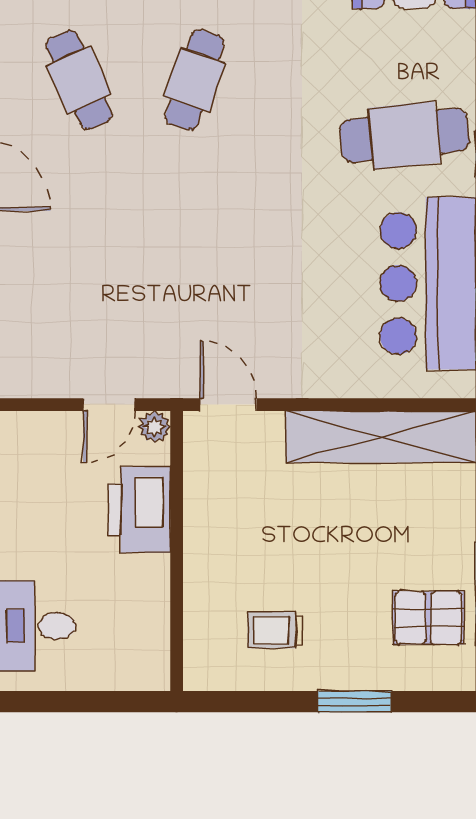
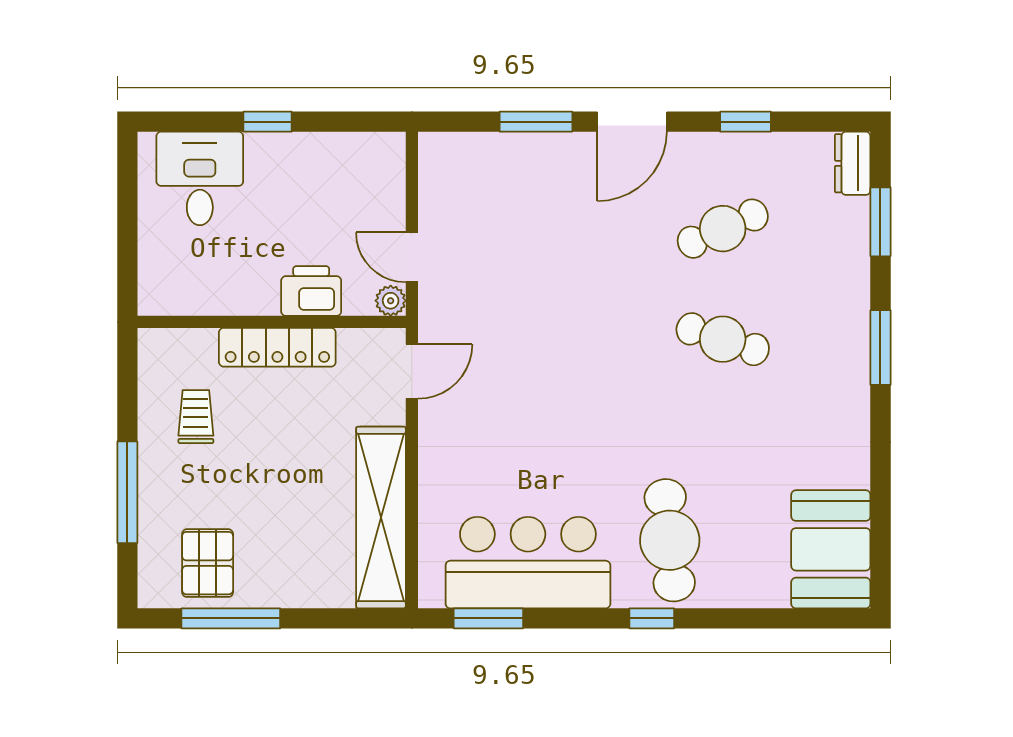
printer: (139, 510) -> (311, 291), width x0.73, depth x0.84
locker: (203, 545) -> (277, 347), added
window: (354, 702) -> (127, 492), width x1.44

